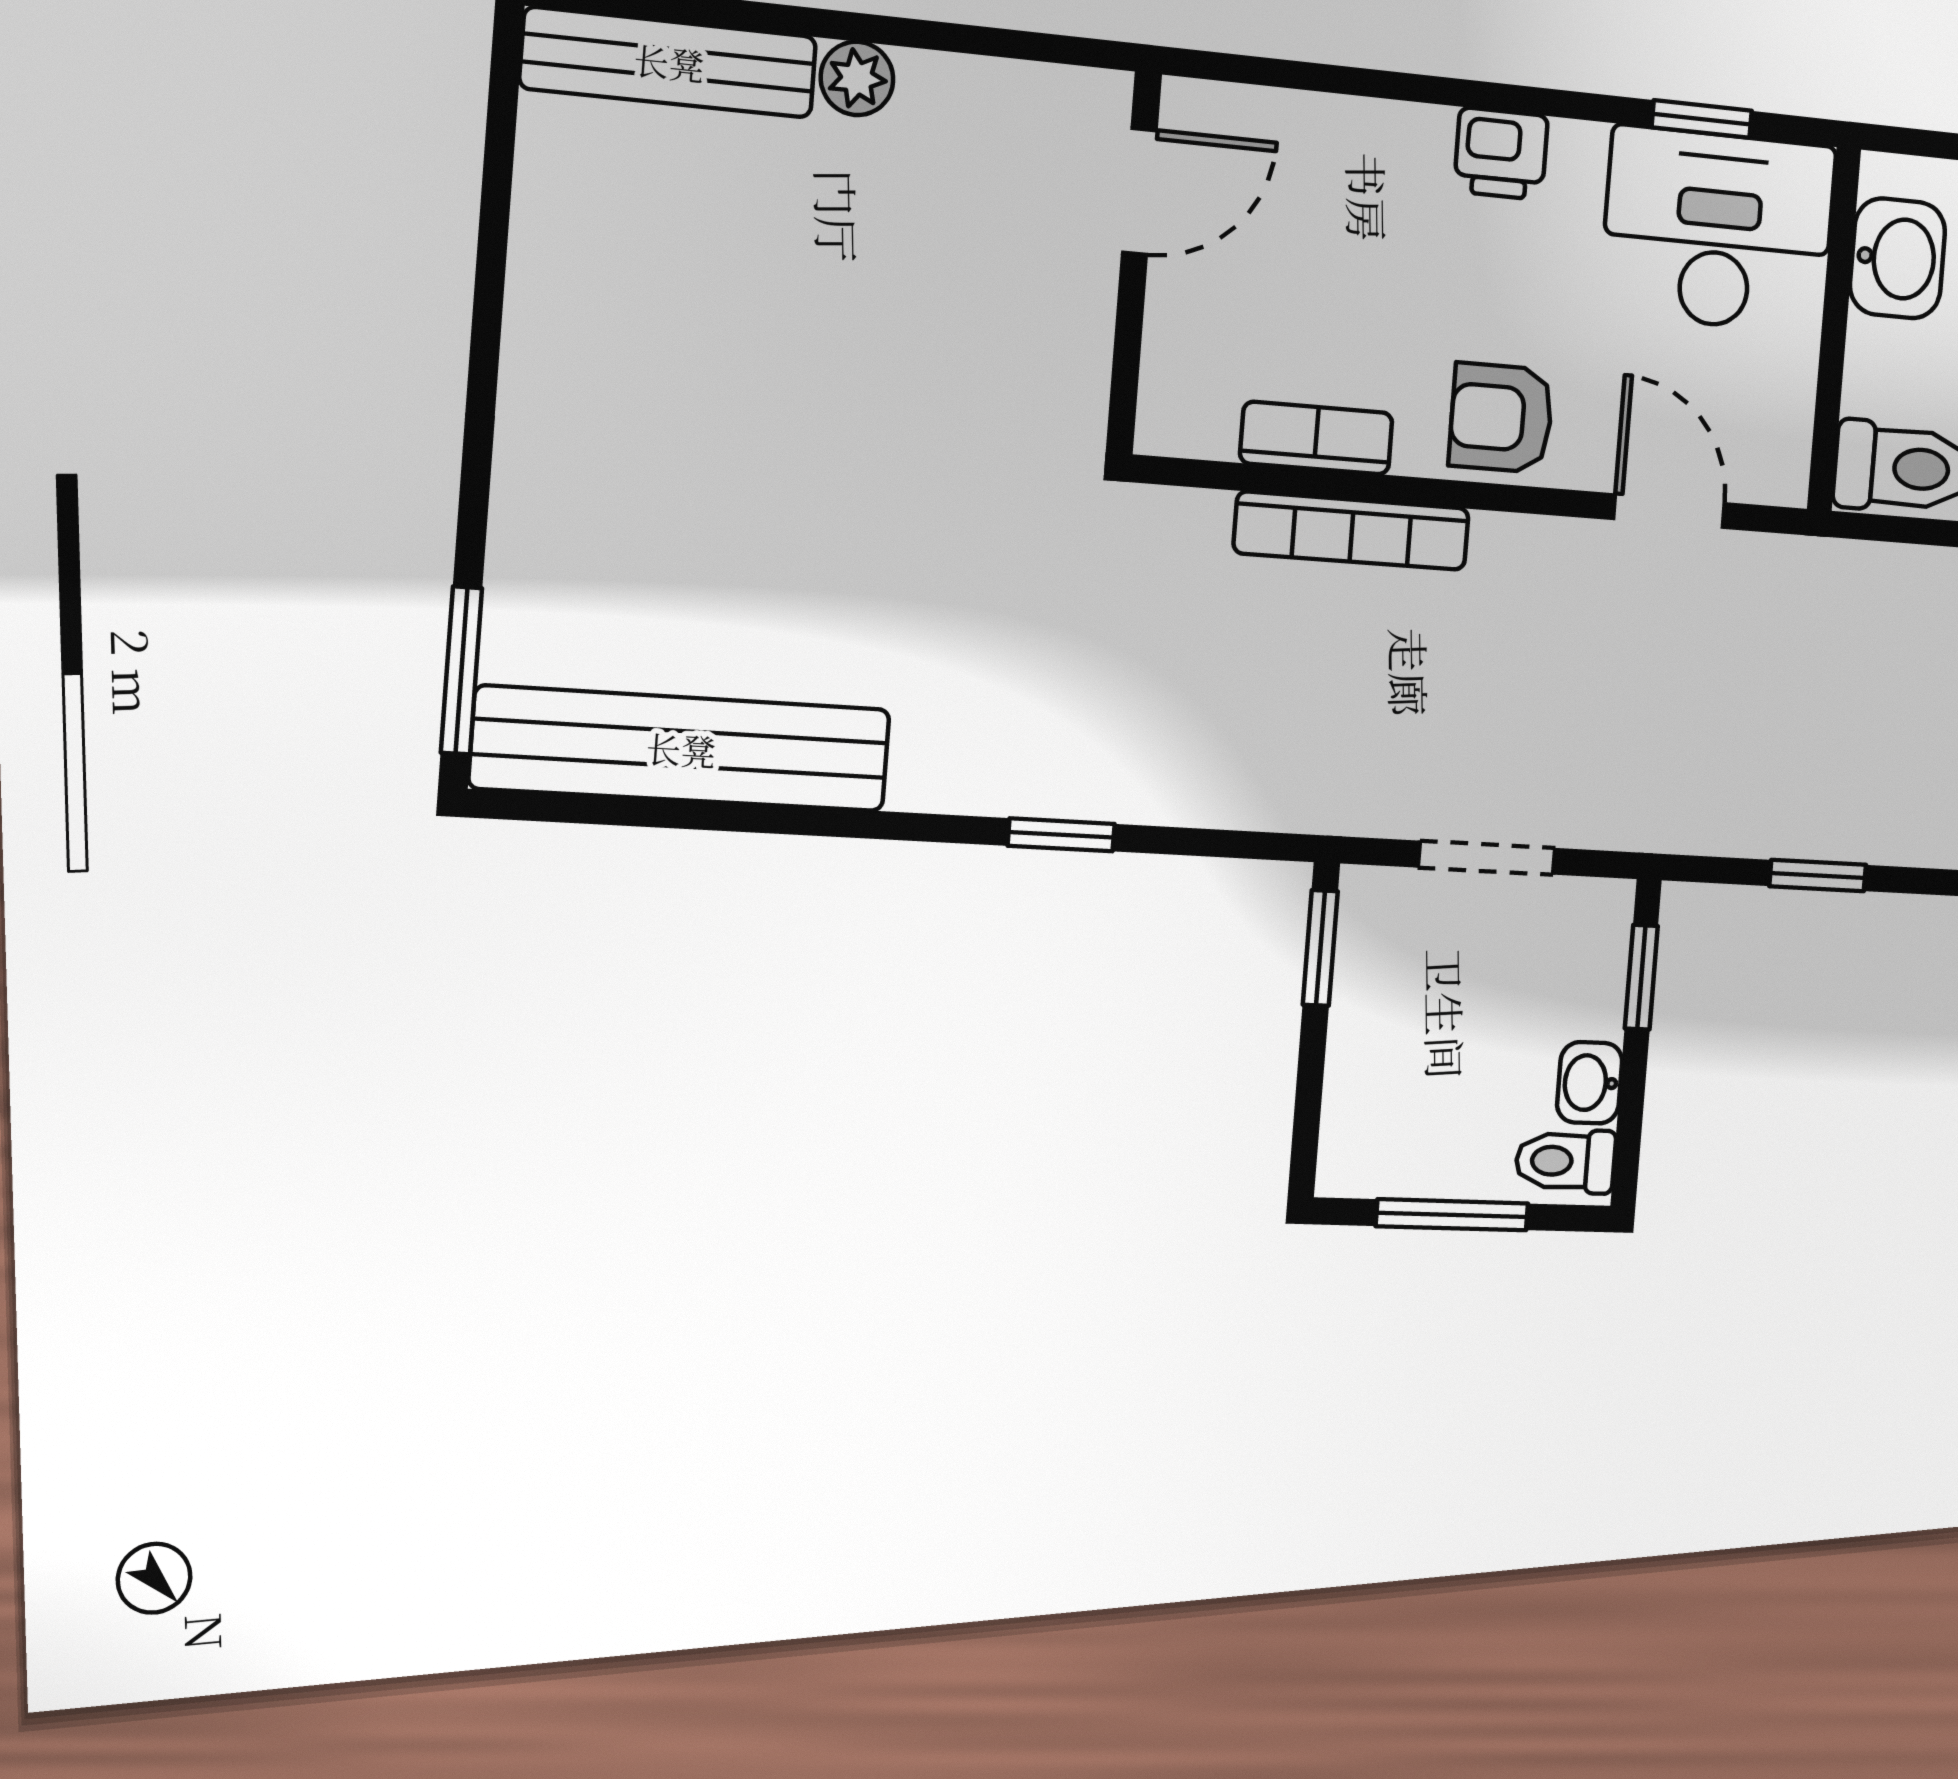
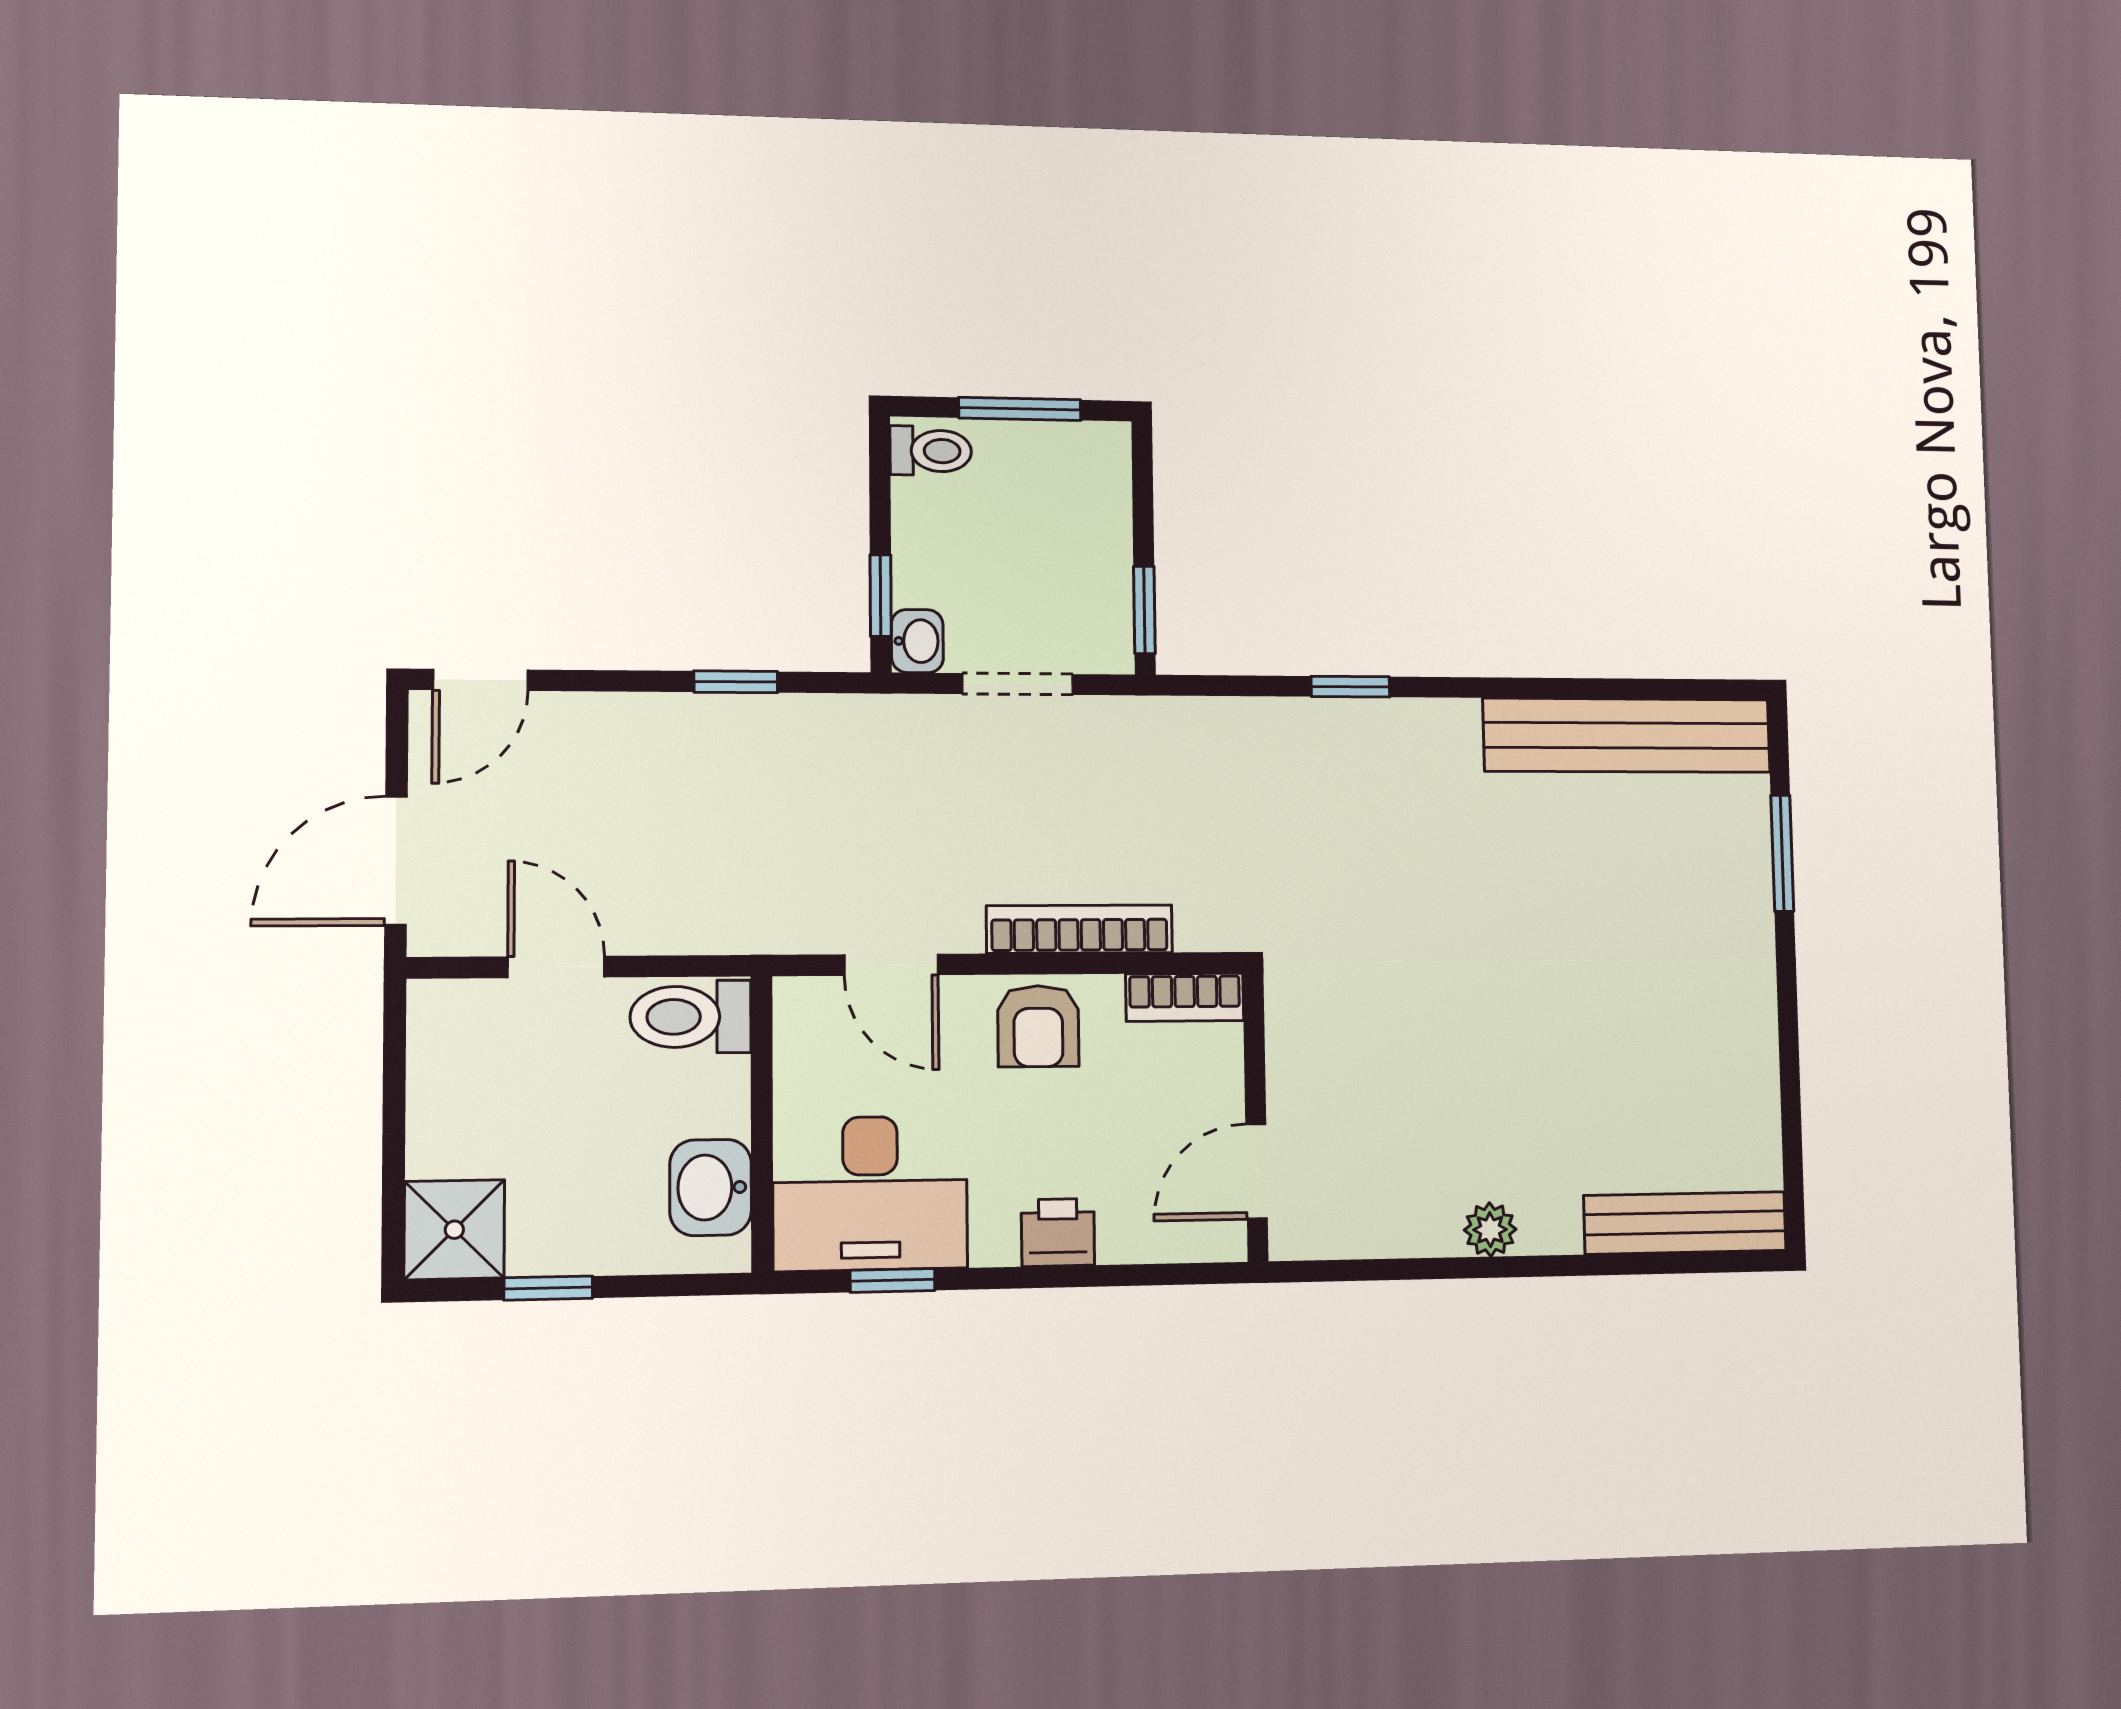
plant: (857, 78) -> (1490, 1230), moved
door: (1139, 191) -> (1257, 1171), moved
wall: (1134, 263) -> (1256, 1117), moved
armchair: (1501, 418) -> (1038, 1026), turned 90
bookcase: (1352, 531) -> (1080, 929), moved
window: (461, 670) -> (1782, 853), moved
washbasin: (1590, 1083) -> (917, 641), moved

